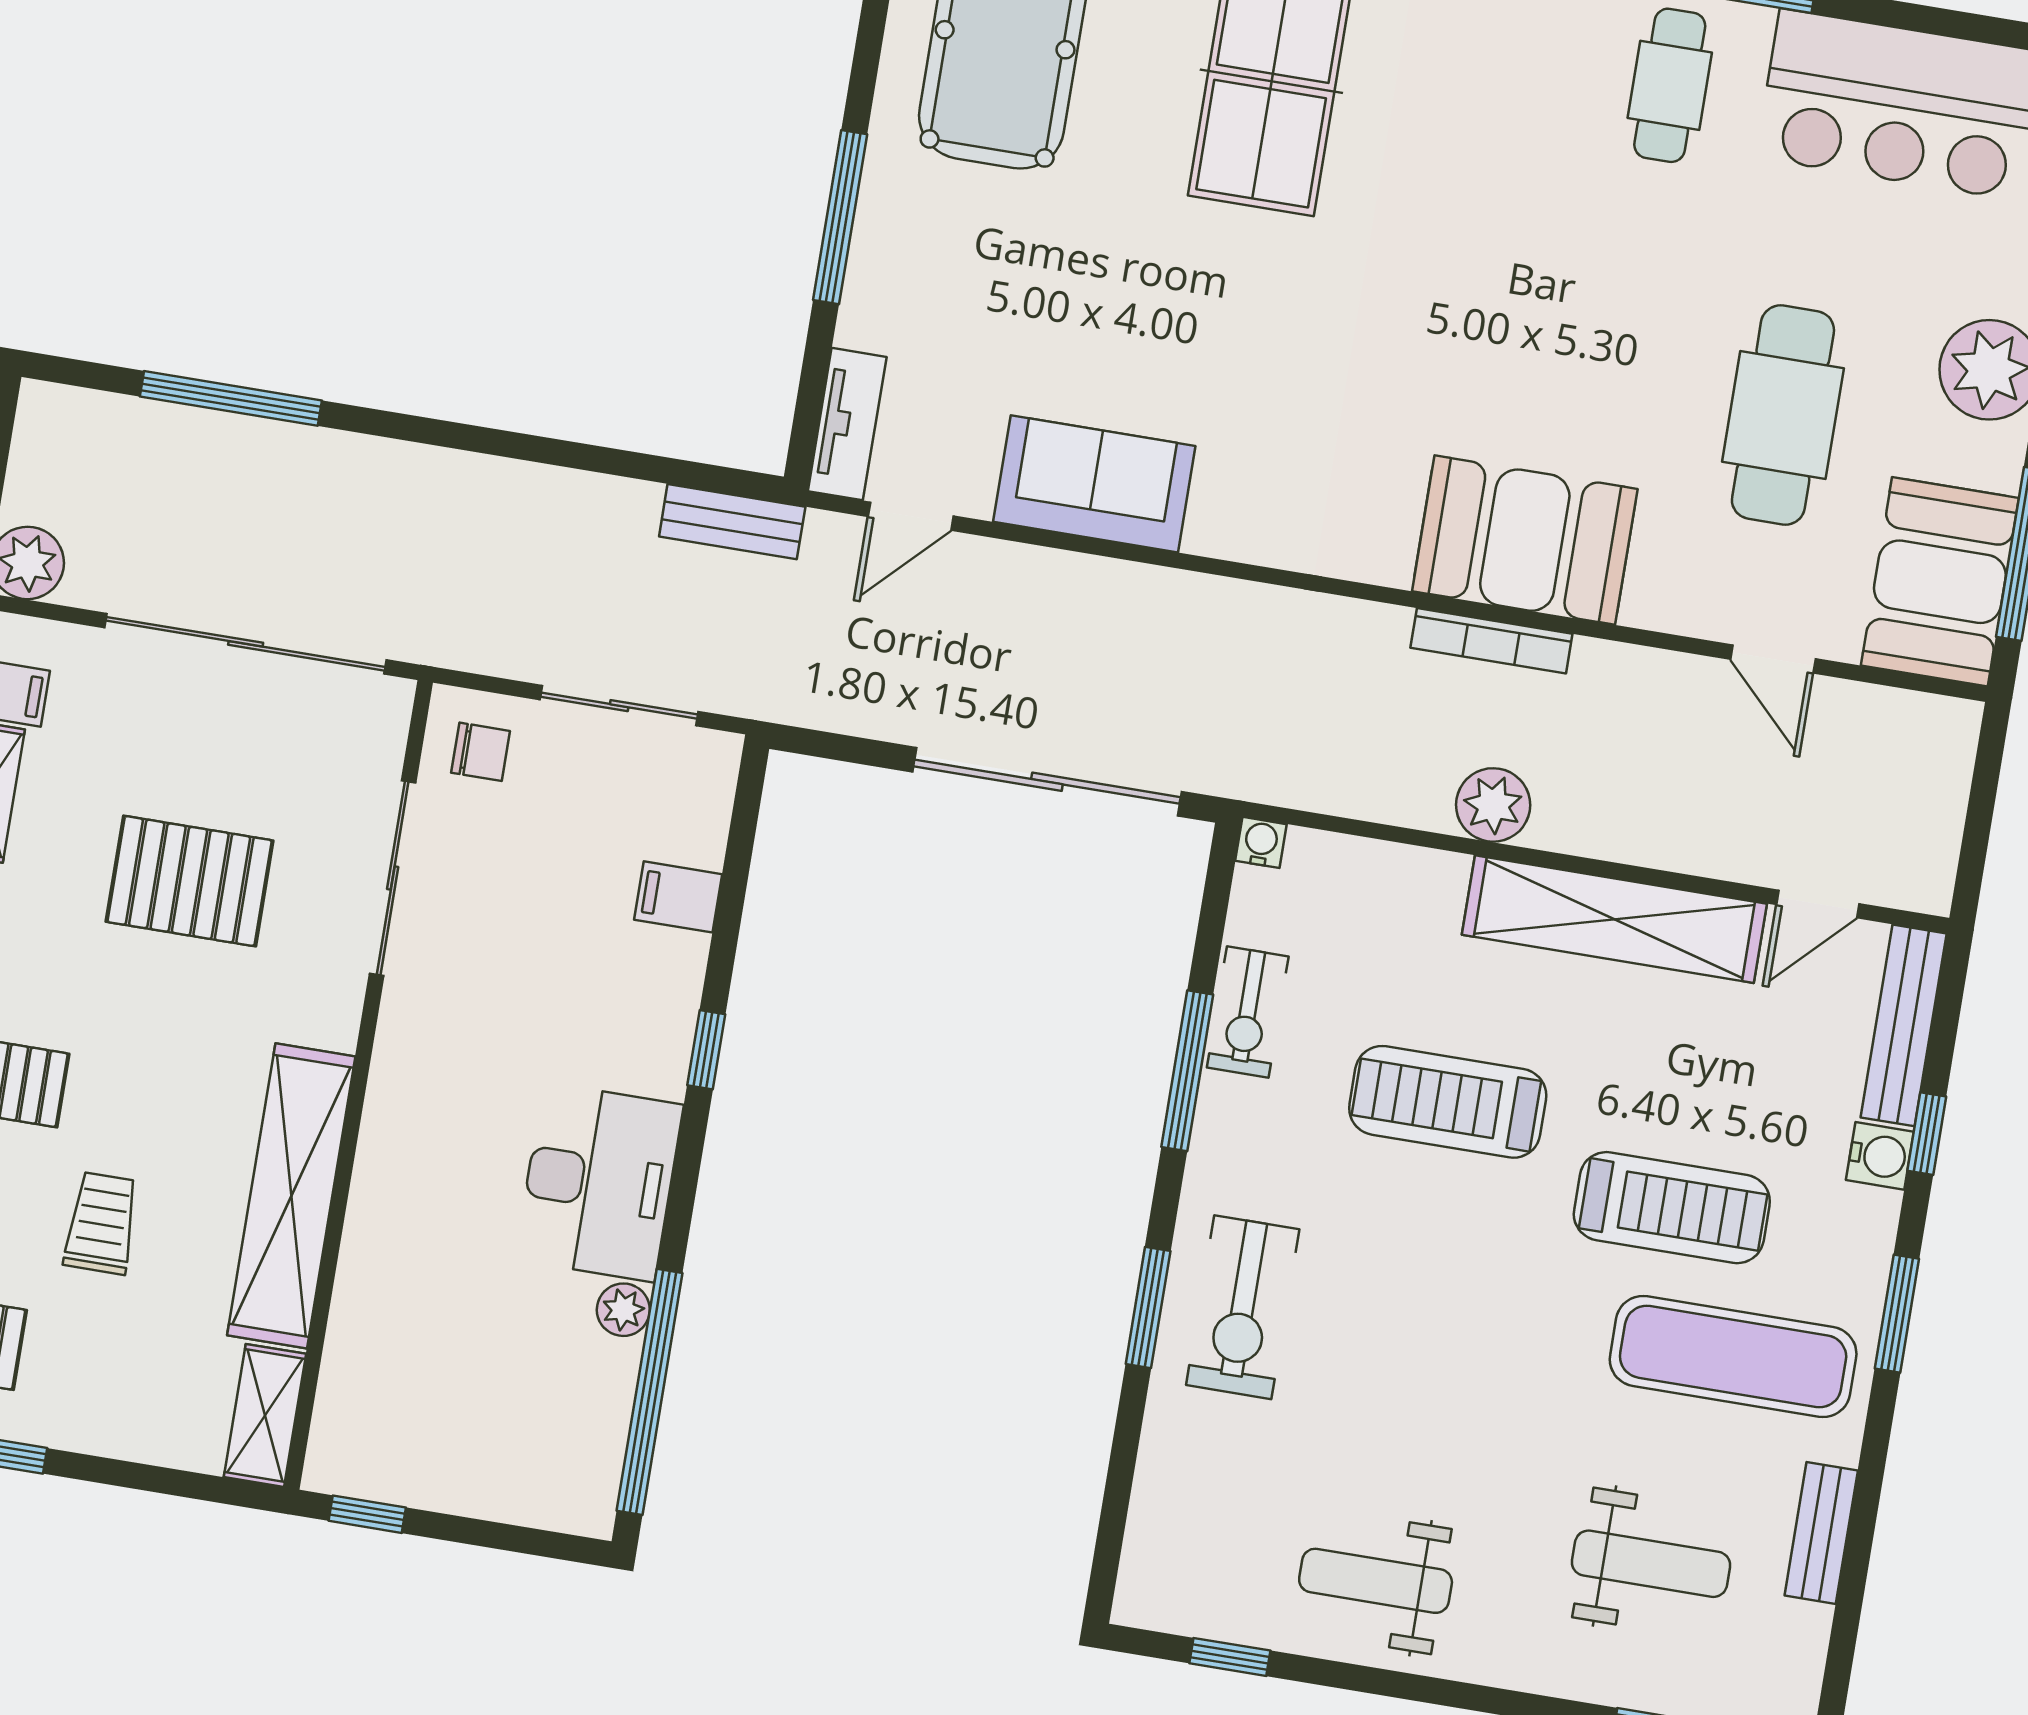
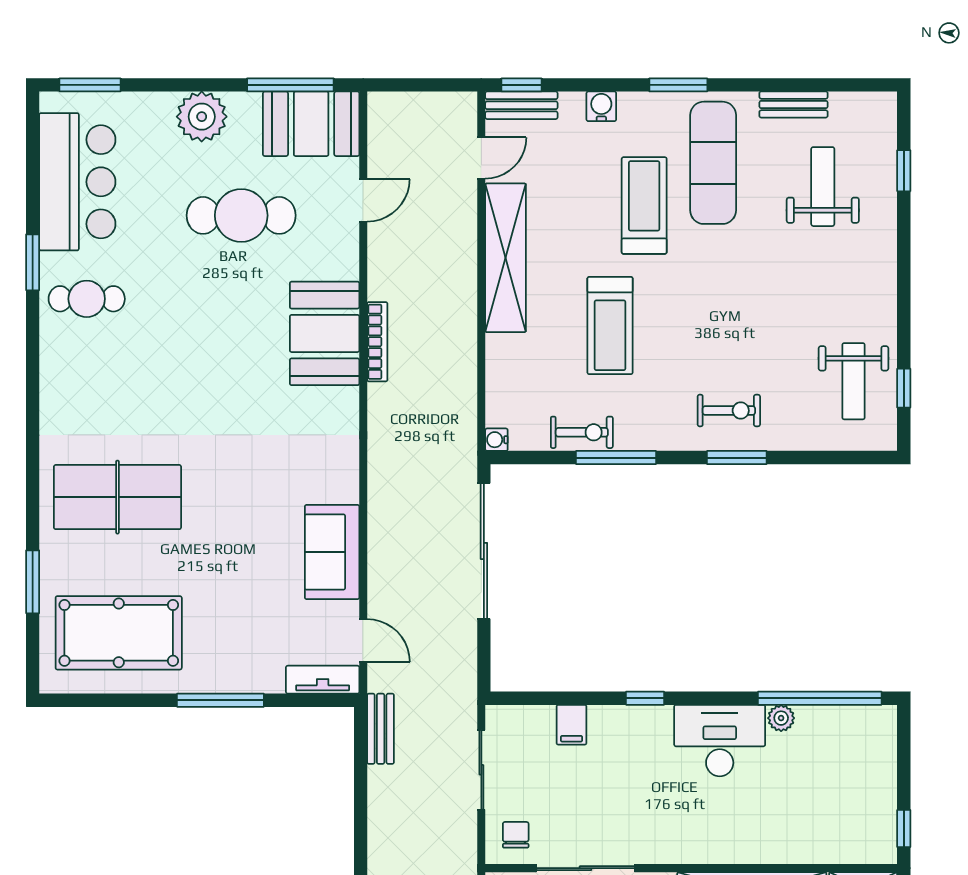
plant: (1493, 805) -> (459, 327), removed
door: (1818, 904) -> (481, 158), hinge flipped
bench: (1904, 1025) -> (521, 105), width x0.73
window: (1927, 1134) -> (522, 85), moved
exercise bike: (1243, 1307) -> (729, 411), width x0.73, depth x0.72
weight bench: (1376, 1581) -> (853, 381), moved

